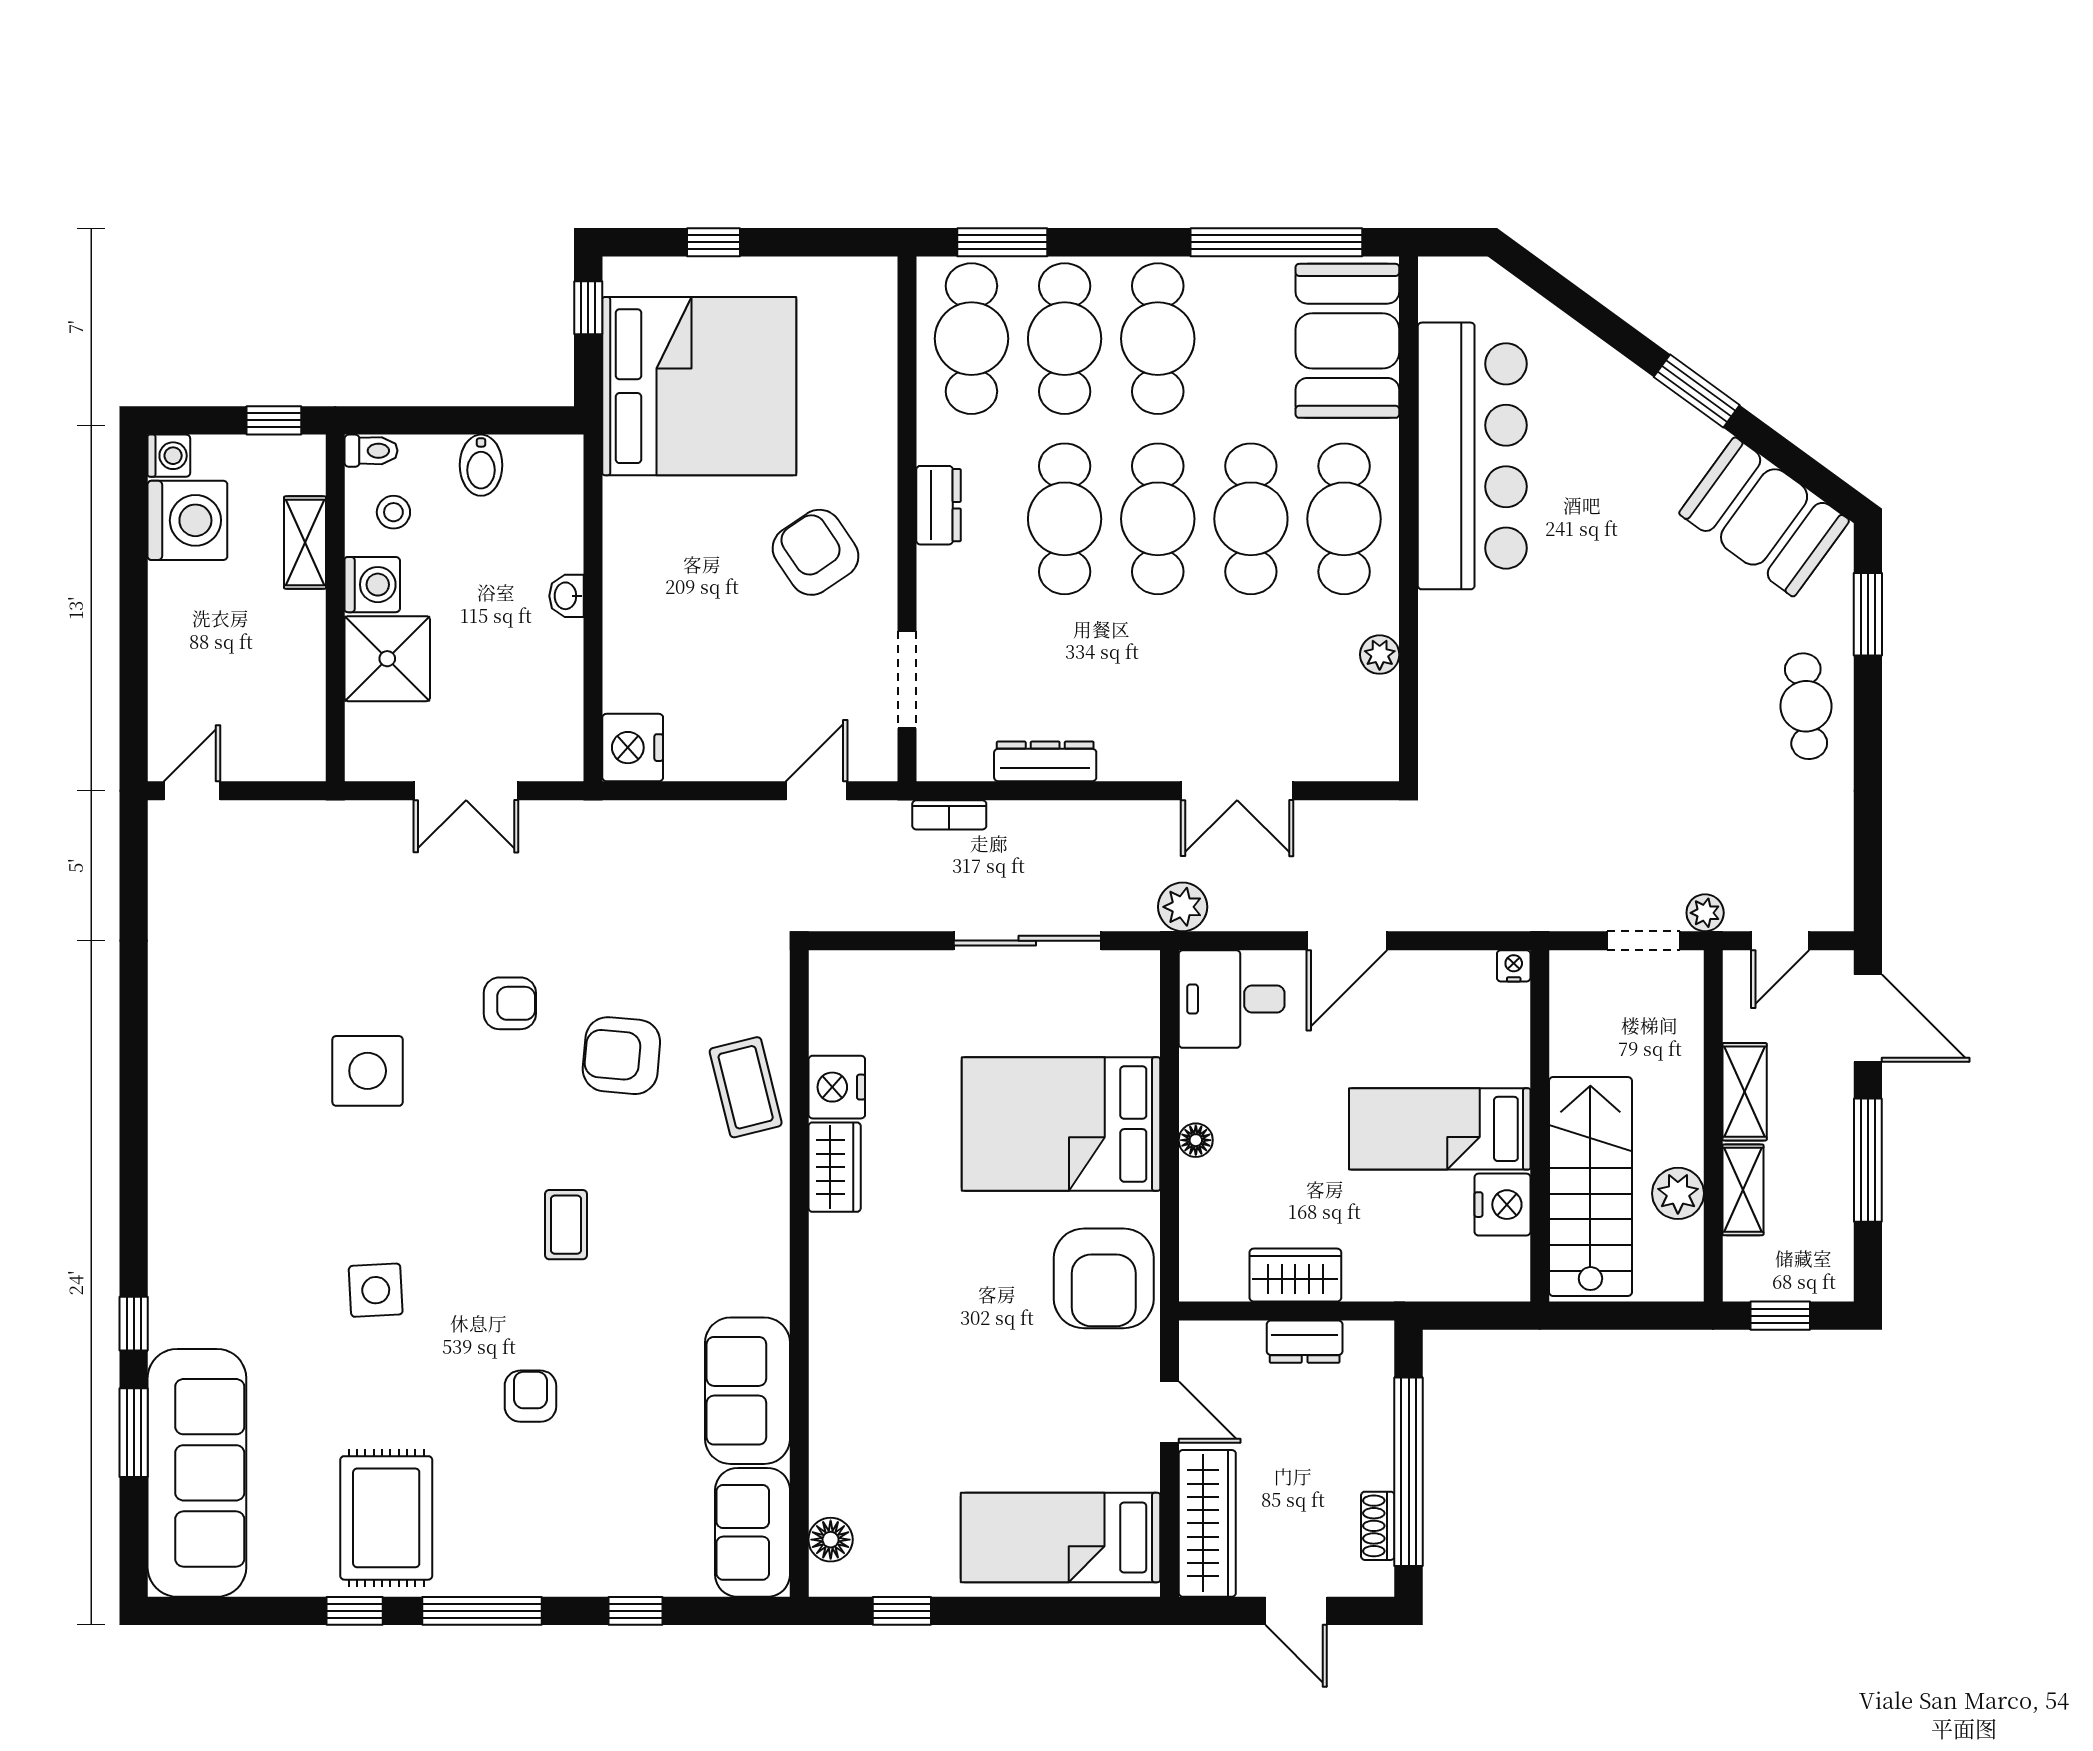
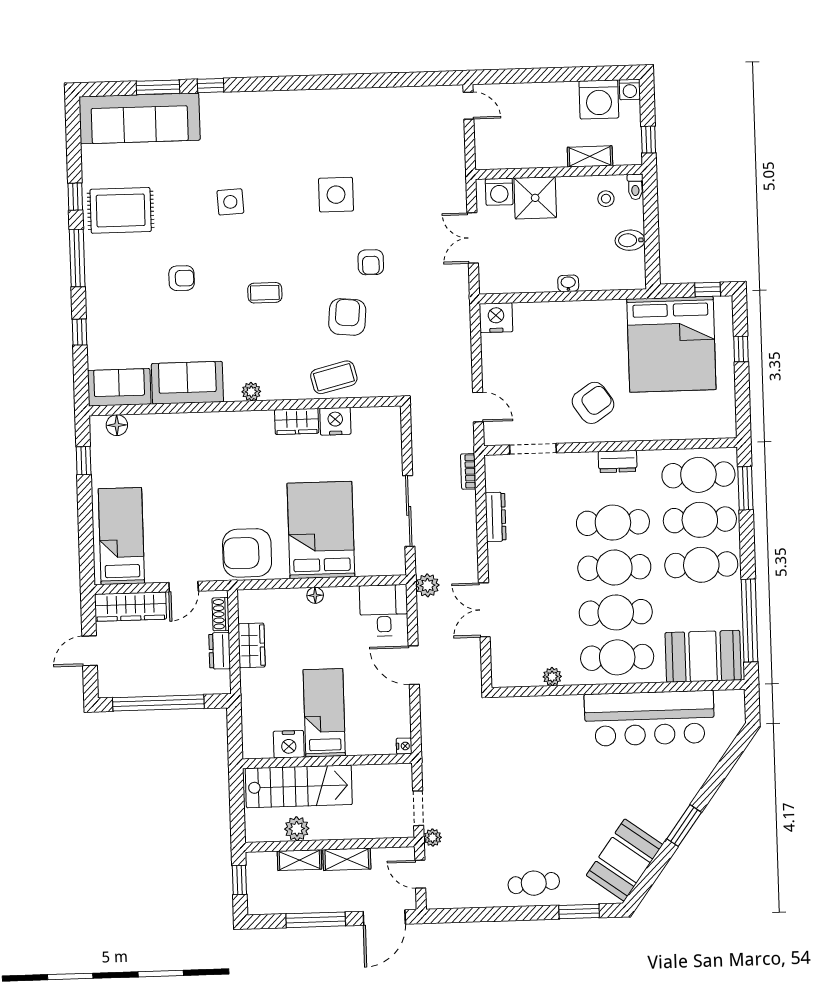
washing machine: (372, 585) -> (499, 192), moved
plant: (770, 1259) -> (251, 392), added
shoe rack: (1378, 1526) -> (221, 614), moved, turned -90

